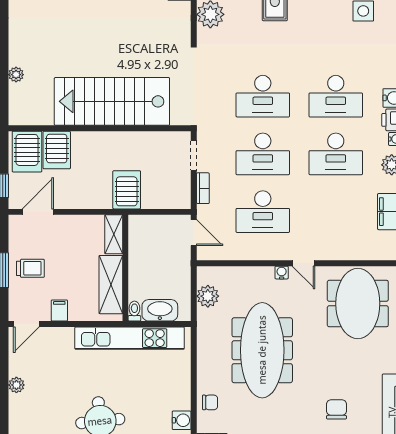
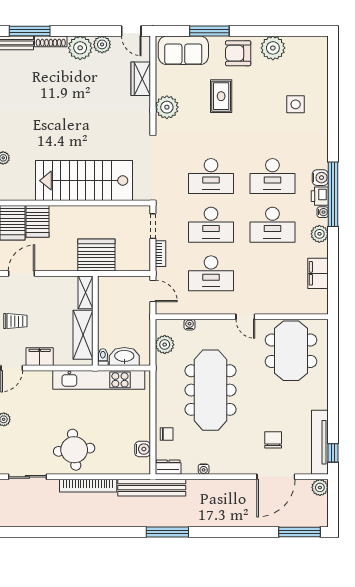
server rack: (127, 190) -> (96, 255), width x1.60
water cooler: (282, 273) -> (190, 325), moved
filing cabinet: (59, 310) -> (40, 357), width x2.00

